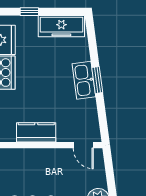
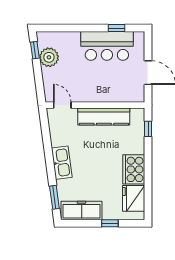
window: (97, 80) -> (54, 197), moved
kitchen counter: (36, 132) -> (104, 117), width x1.50

